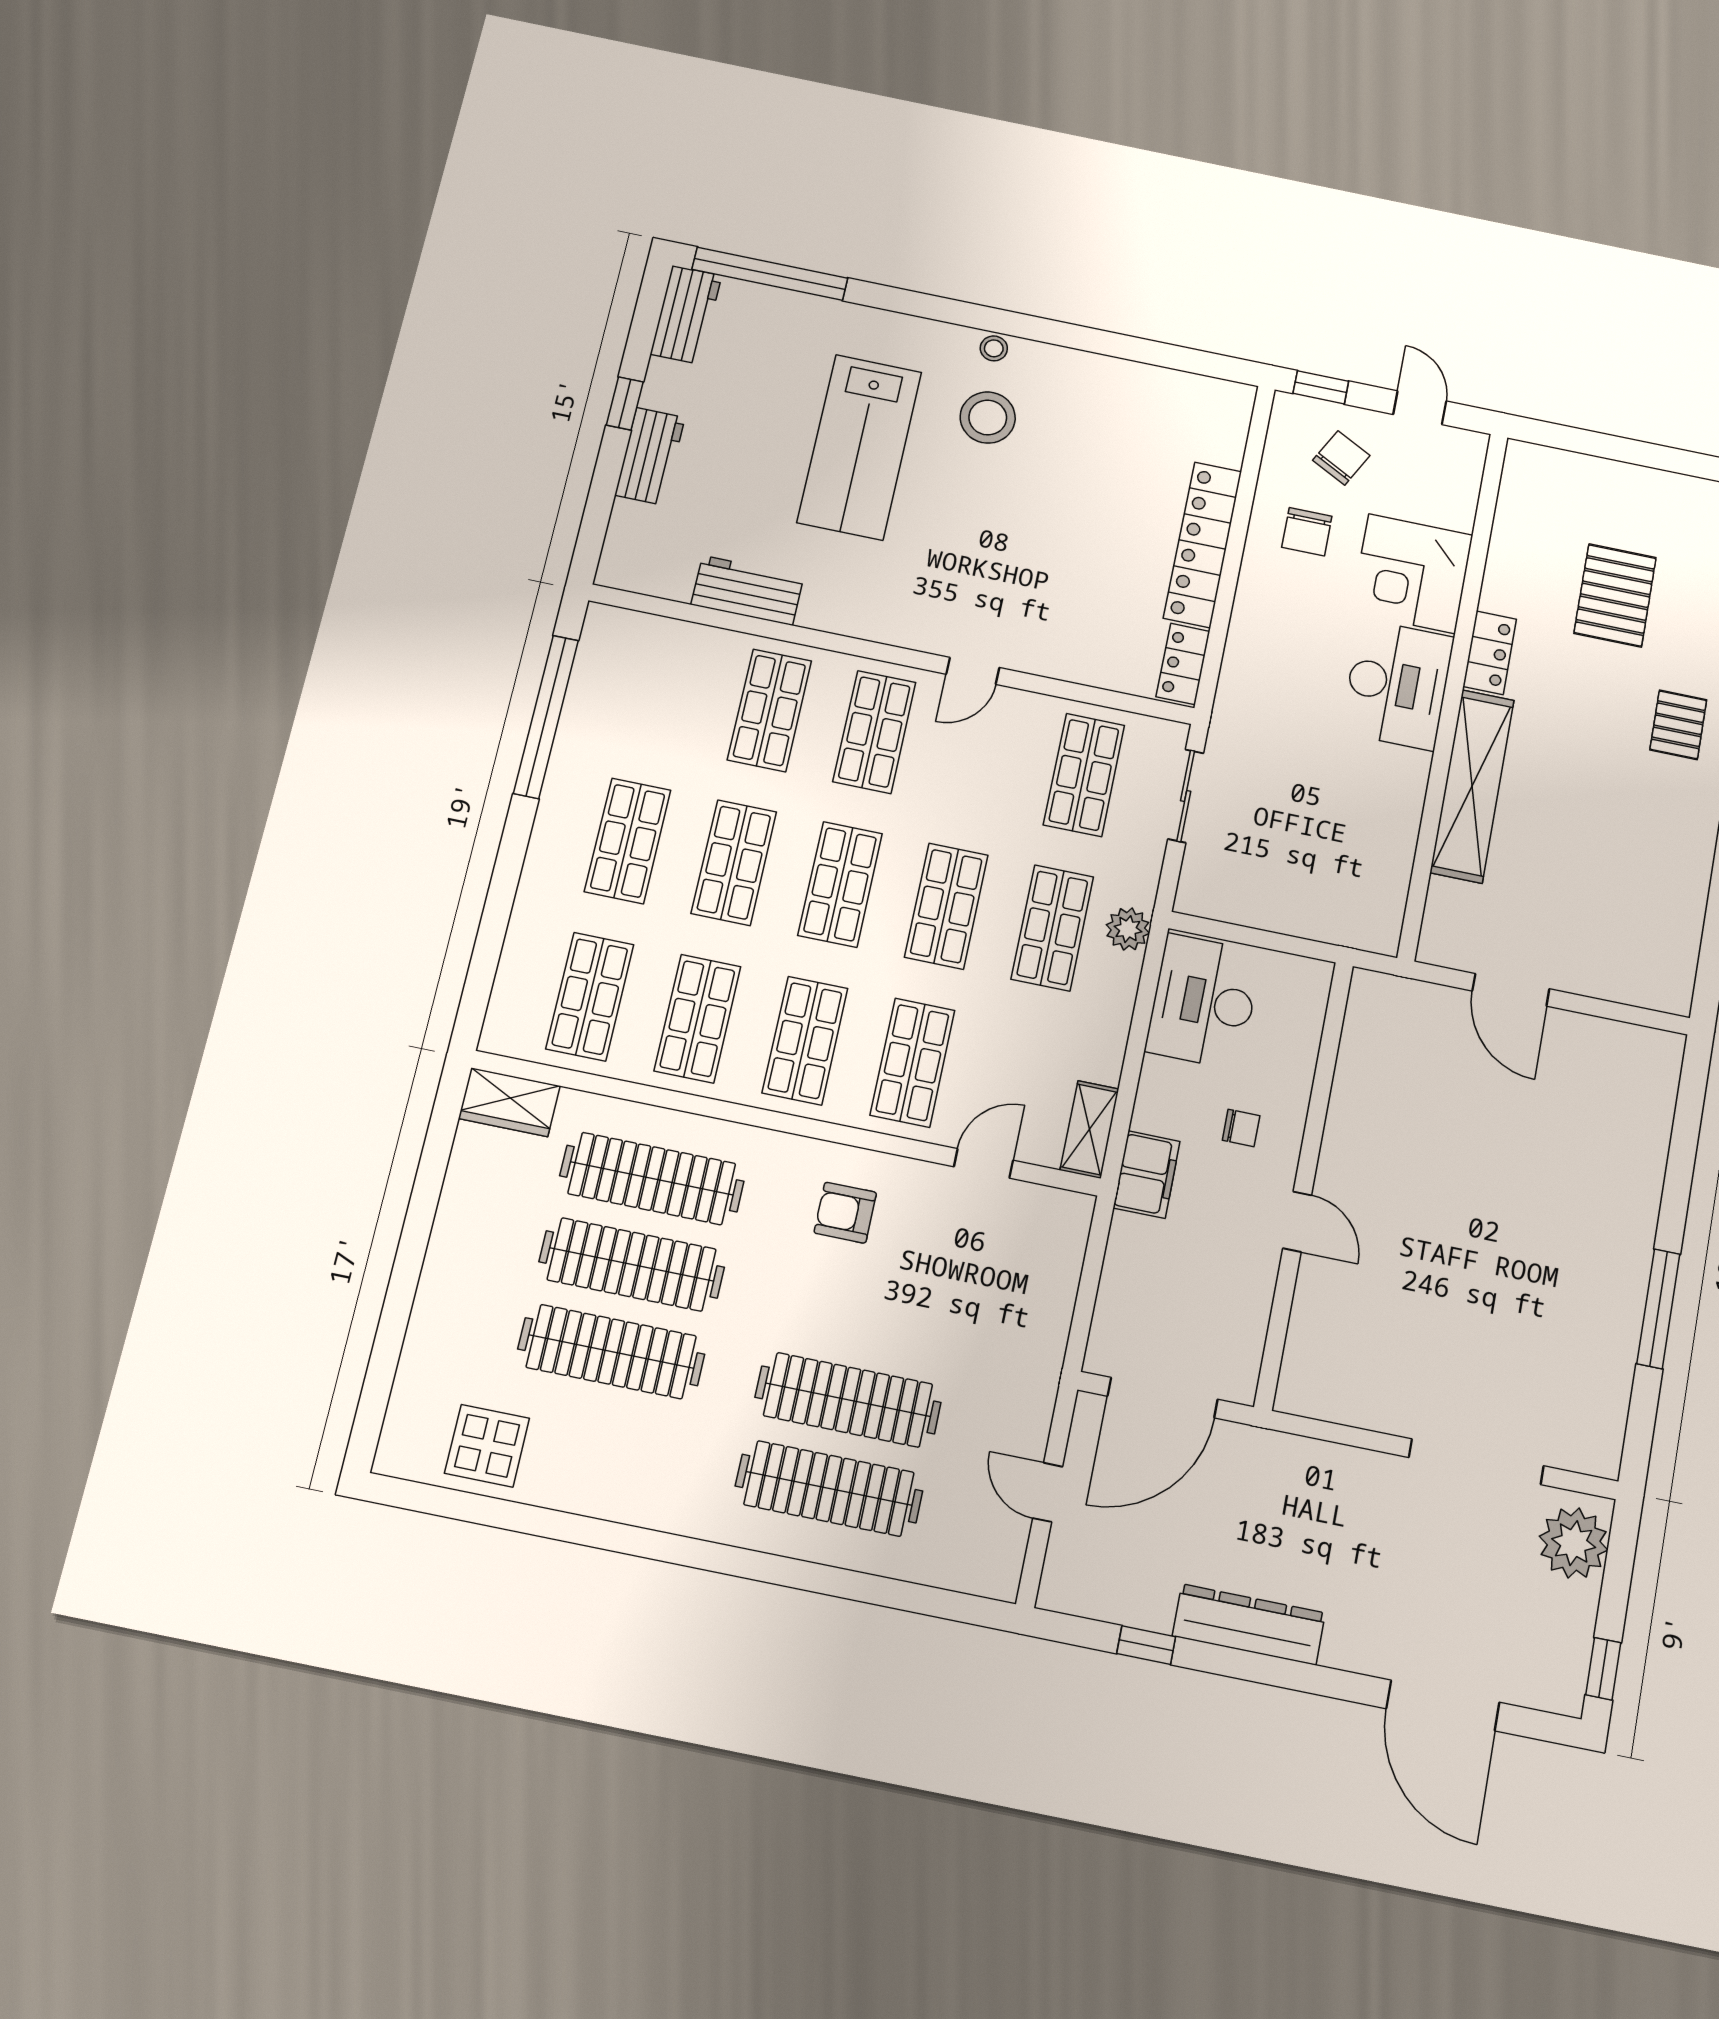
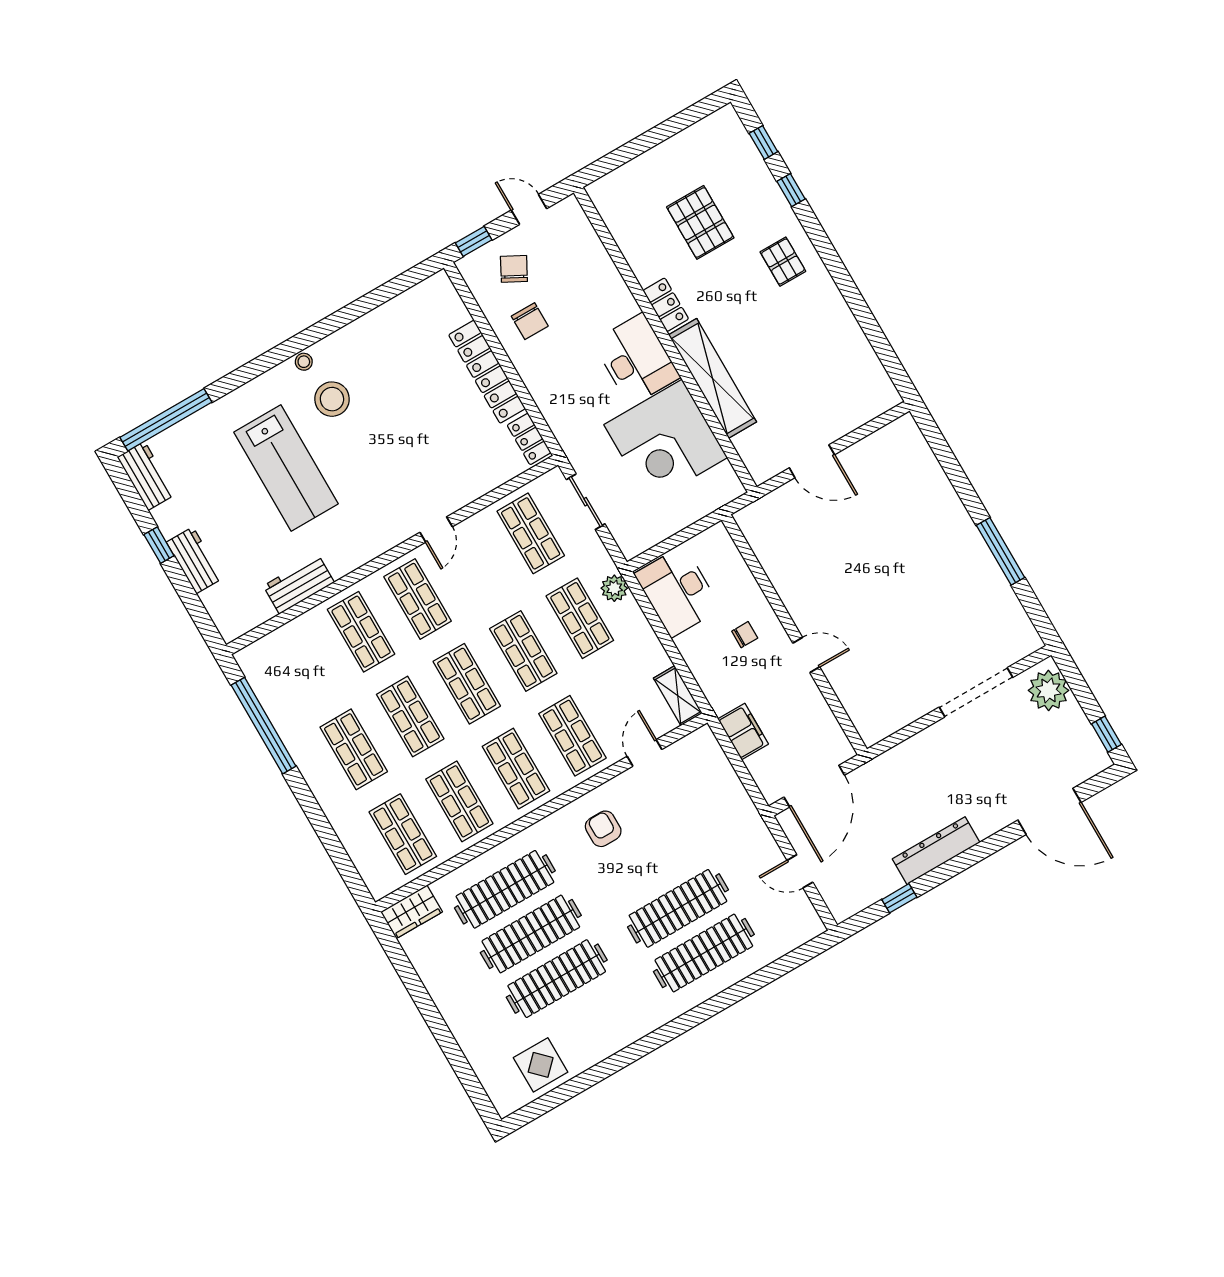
corner desk: (1412, 574) -> (666, 441), moved, width x1.36, depth x1.36
filing cabinet: (1147, 1175) -> (743, 731), moved
armchair: (845, 1213) -> (603, 829), turned 90

